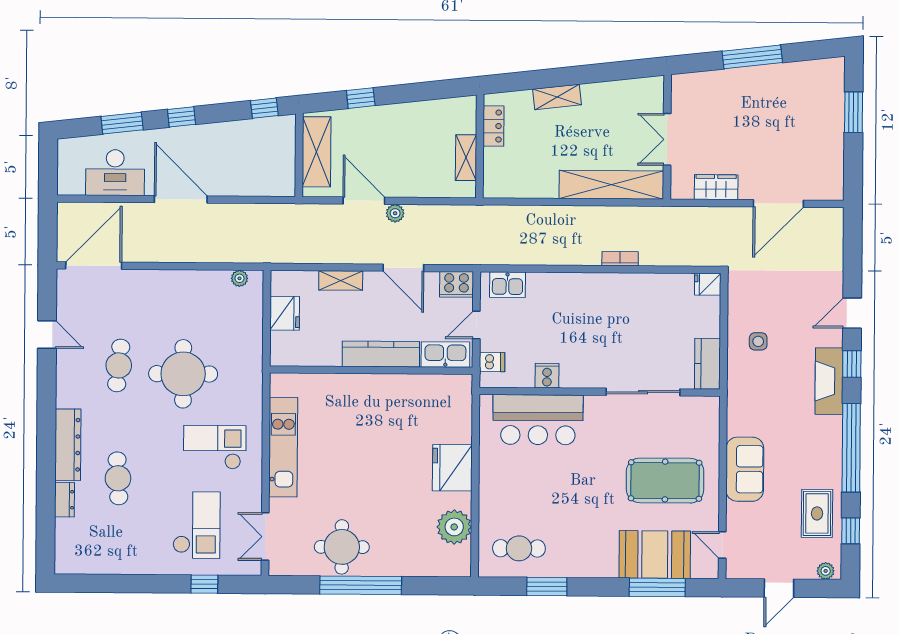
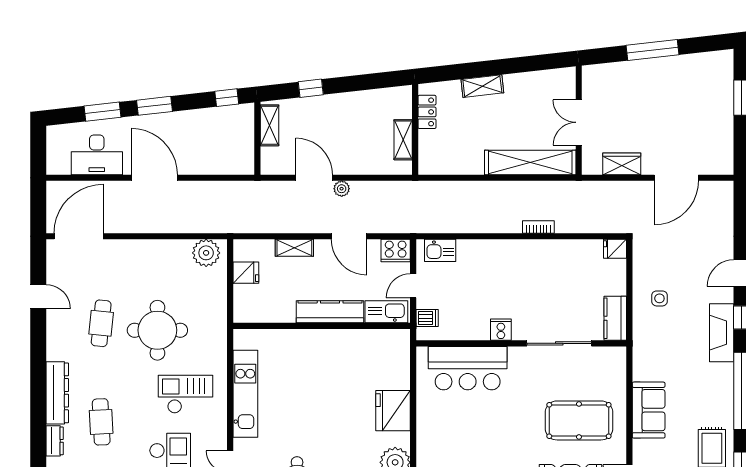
window: (182, 117) -> (154, 106), width x1.50
shelving: (317, 152) -> (269, 125), width x0.67, depth x0.75
plant: (239, 278) -> (206, 253), width x1.88, depth x1.88
fridge: (285, 313) -> (246, 273), width x0.72
cooker: (547, 376) -> (501, 330), moved

